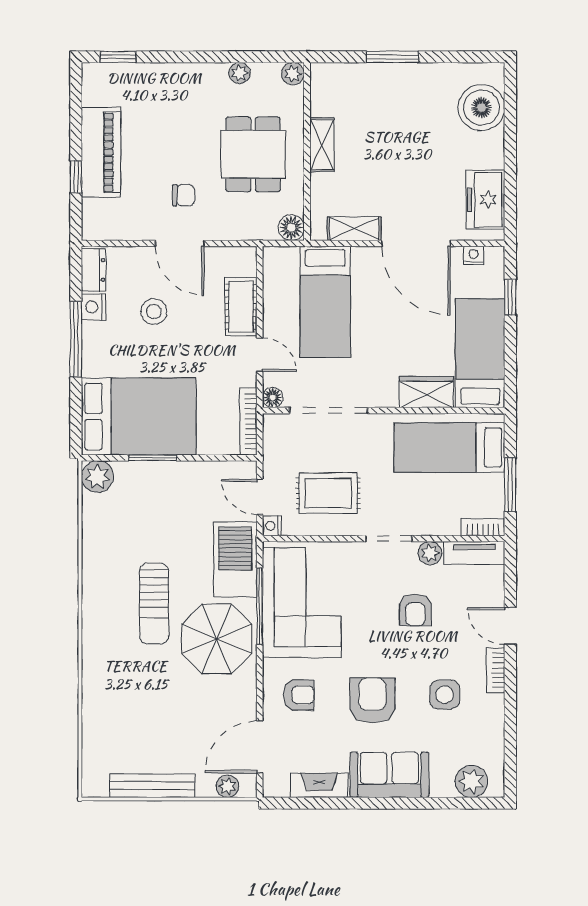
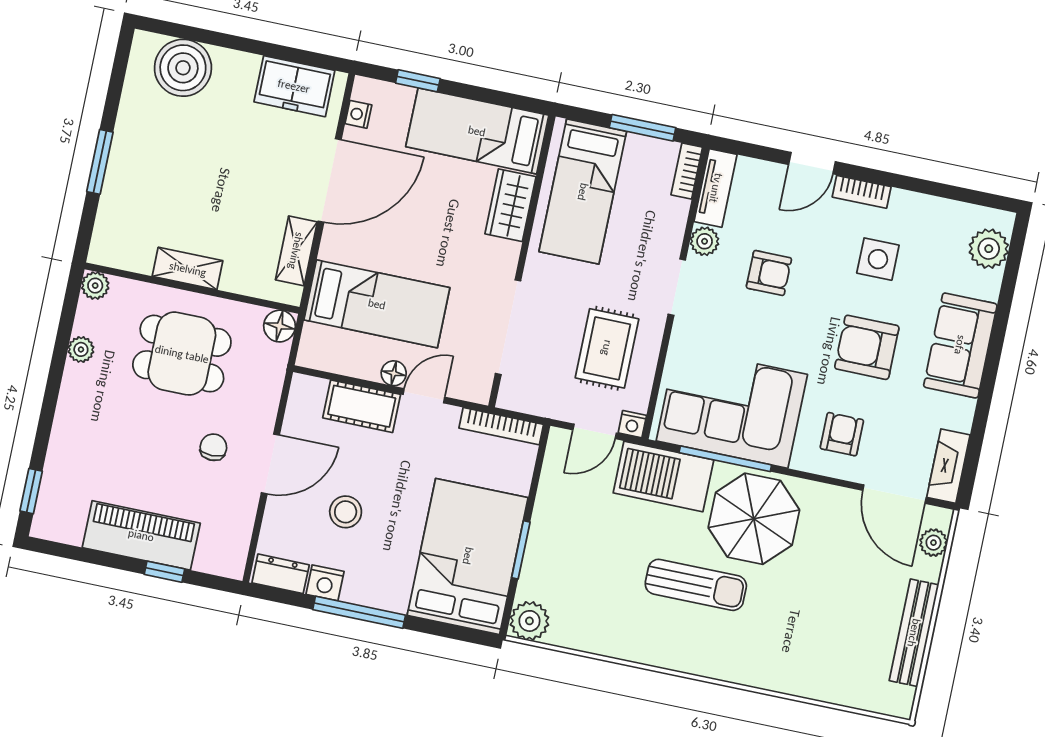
floor lamp: (273, 398) -> (394, 373), moved
fireplace: (319, 785) -> (948, 466), moved

